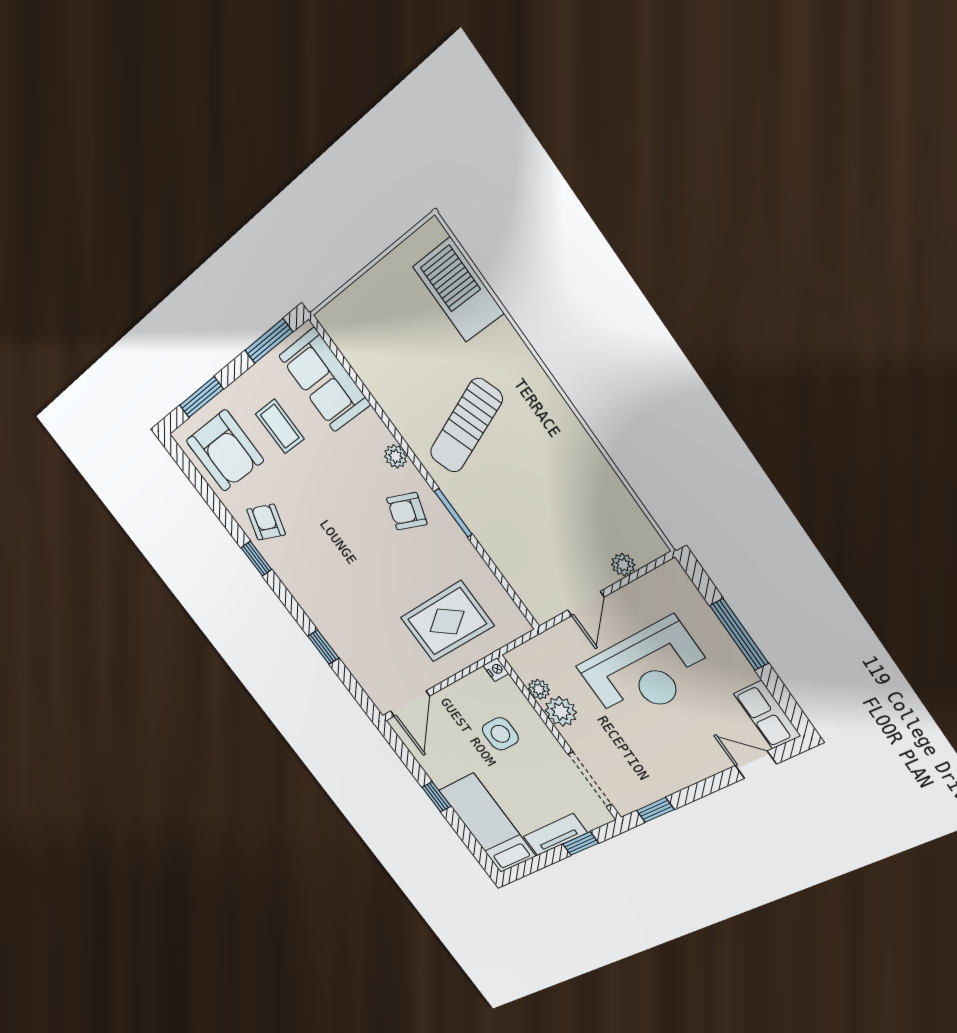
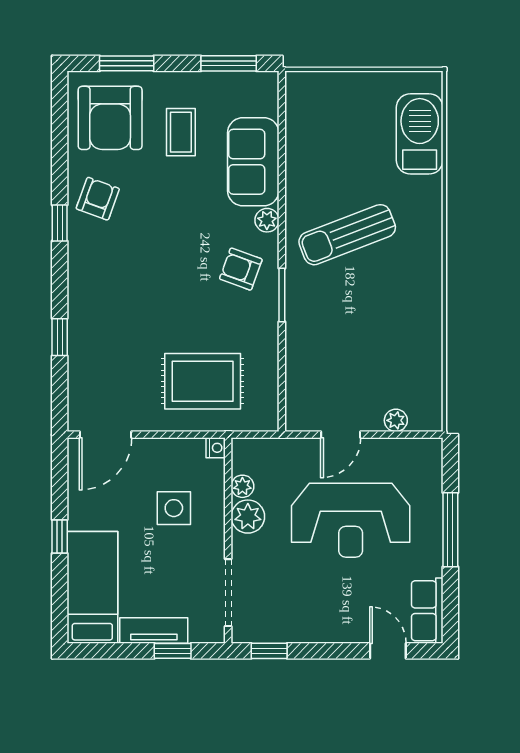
sofa: (325, 380) -> (253, 162), moved

